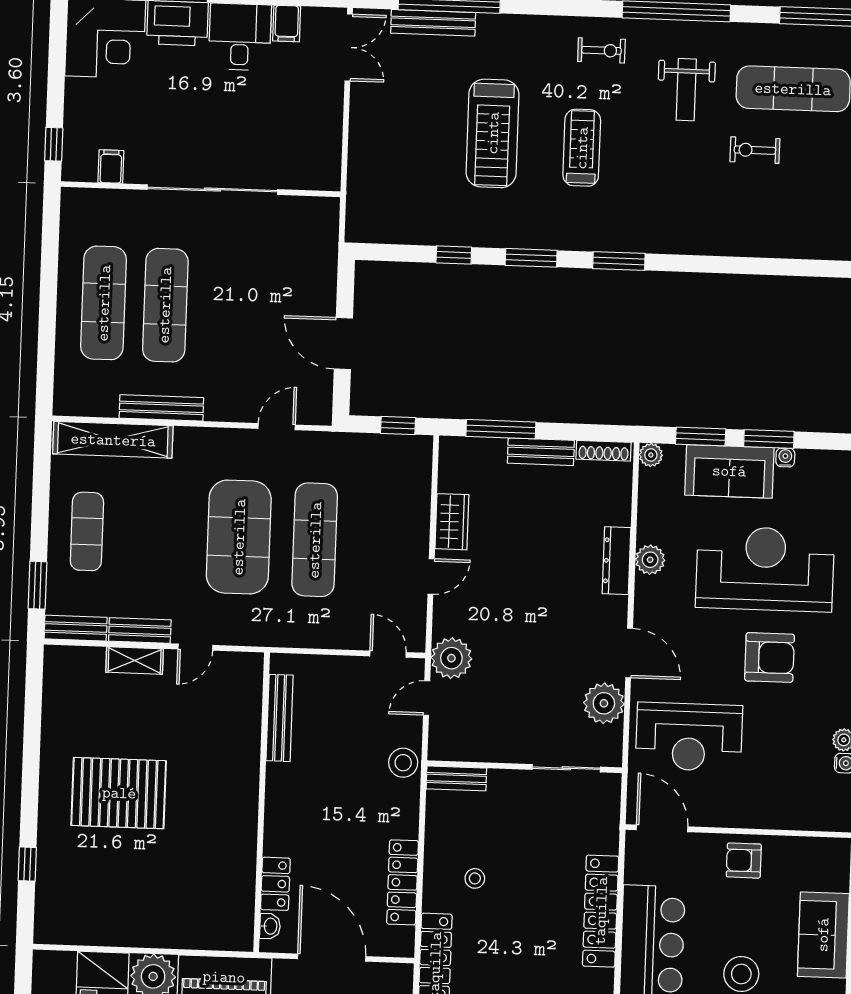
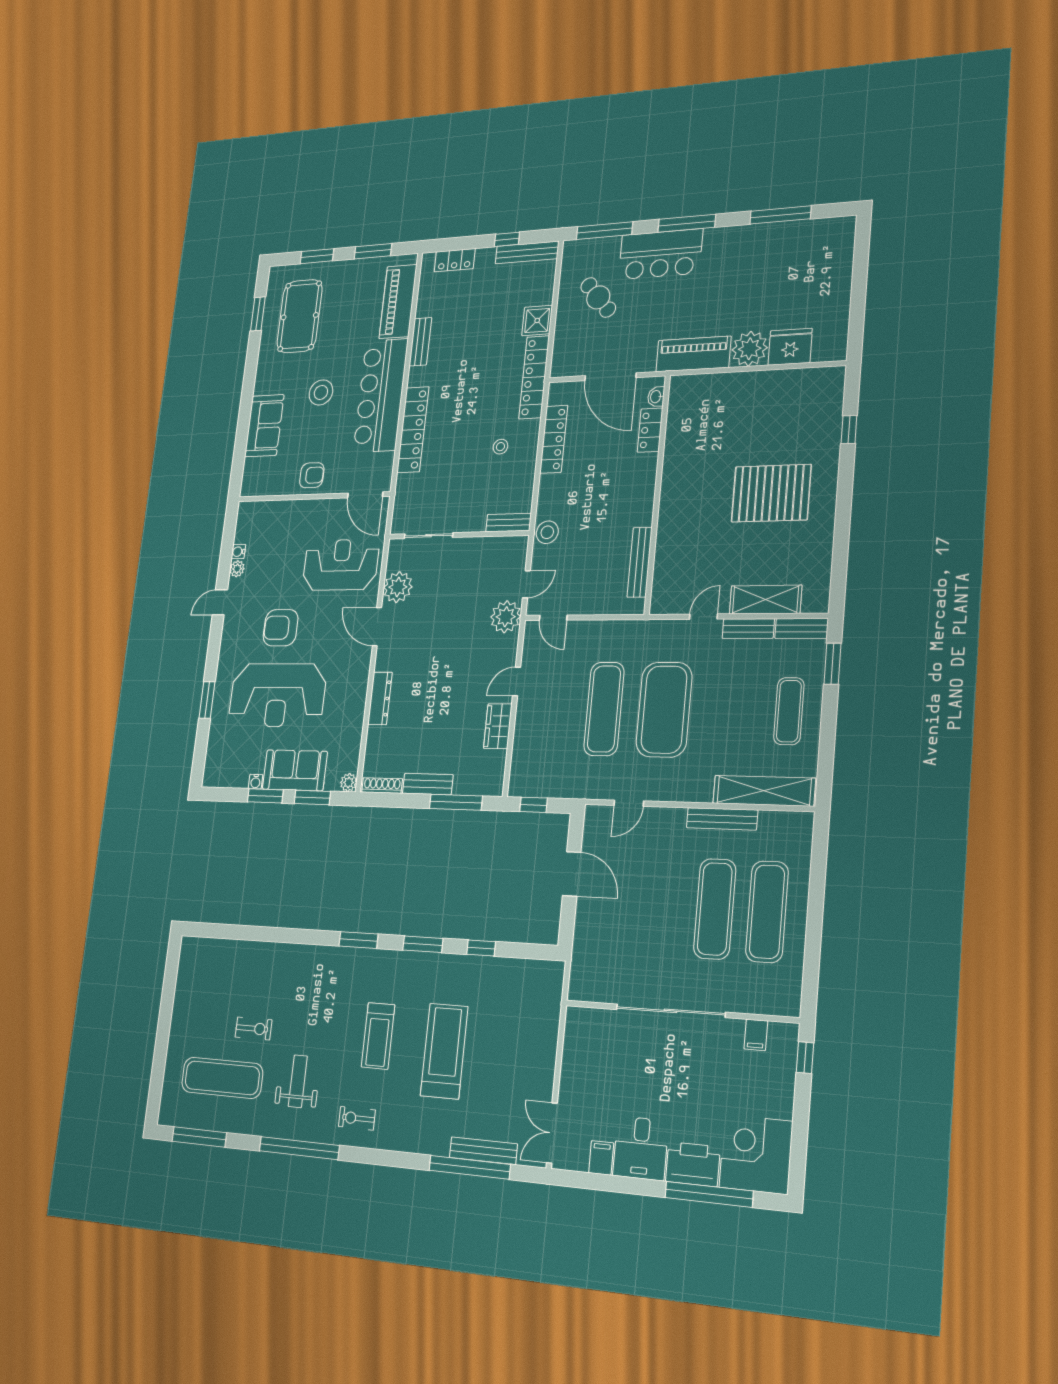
plant: (650, 560) -> (356, 700), removed
shelving: (135, 661) -> (765, 600), width x1.50, depth x1.33

